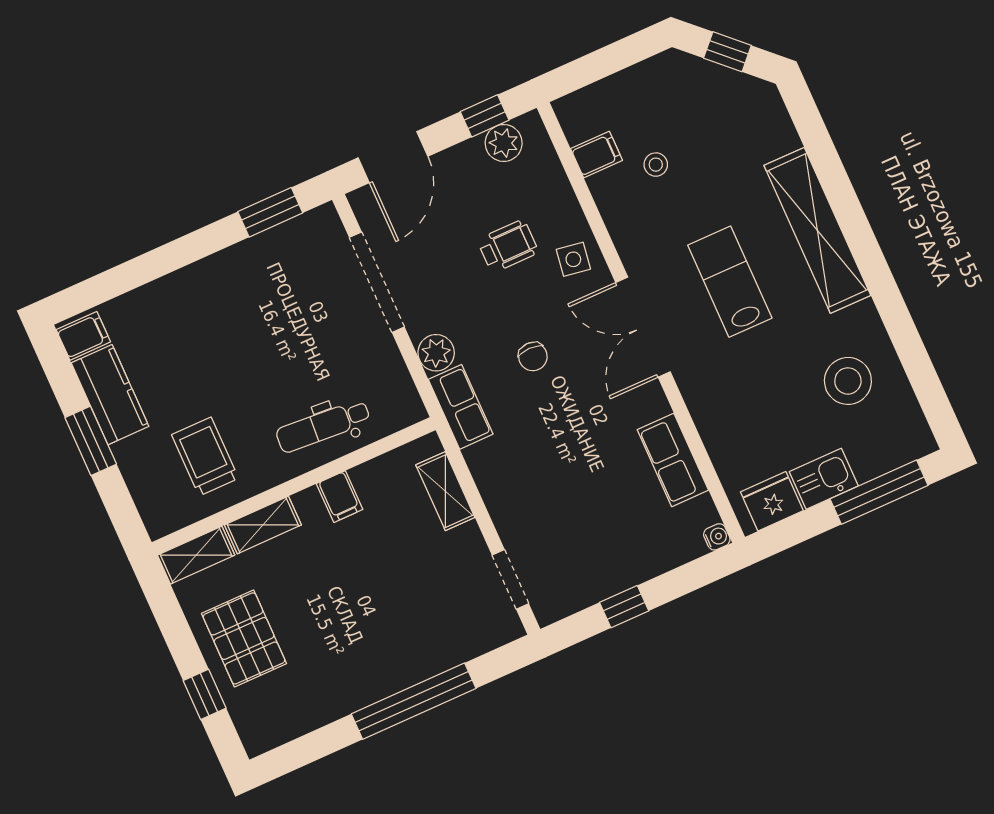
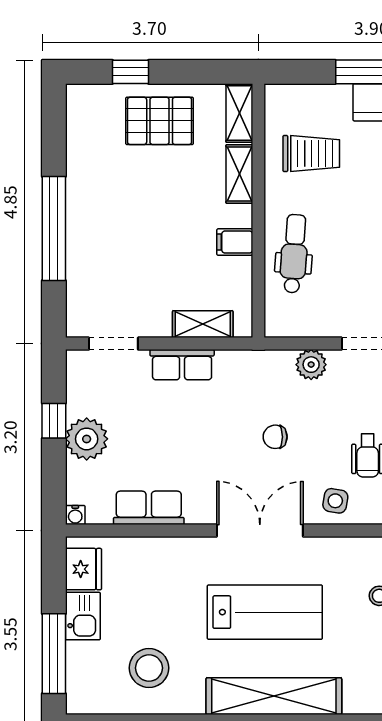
lab bench: (730, 282) -> (265, 612), width x1.36, depth x1.39
row of seats: (461, 407) -> (182, 365), moved
plant: (628, 562) -> (87, 439), added

